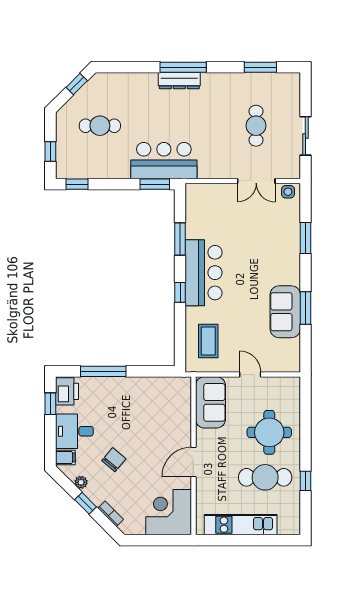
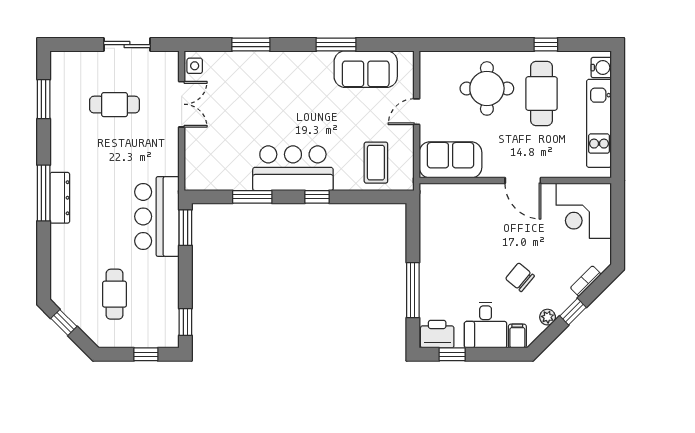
sofa: (285, 312) -> (366, 69), moved
coffee table: (208, 341) -> (376, 163), turned 90
water cooler: (287, 527) -> (601, 68), added

